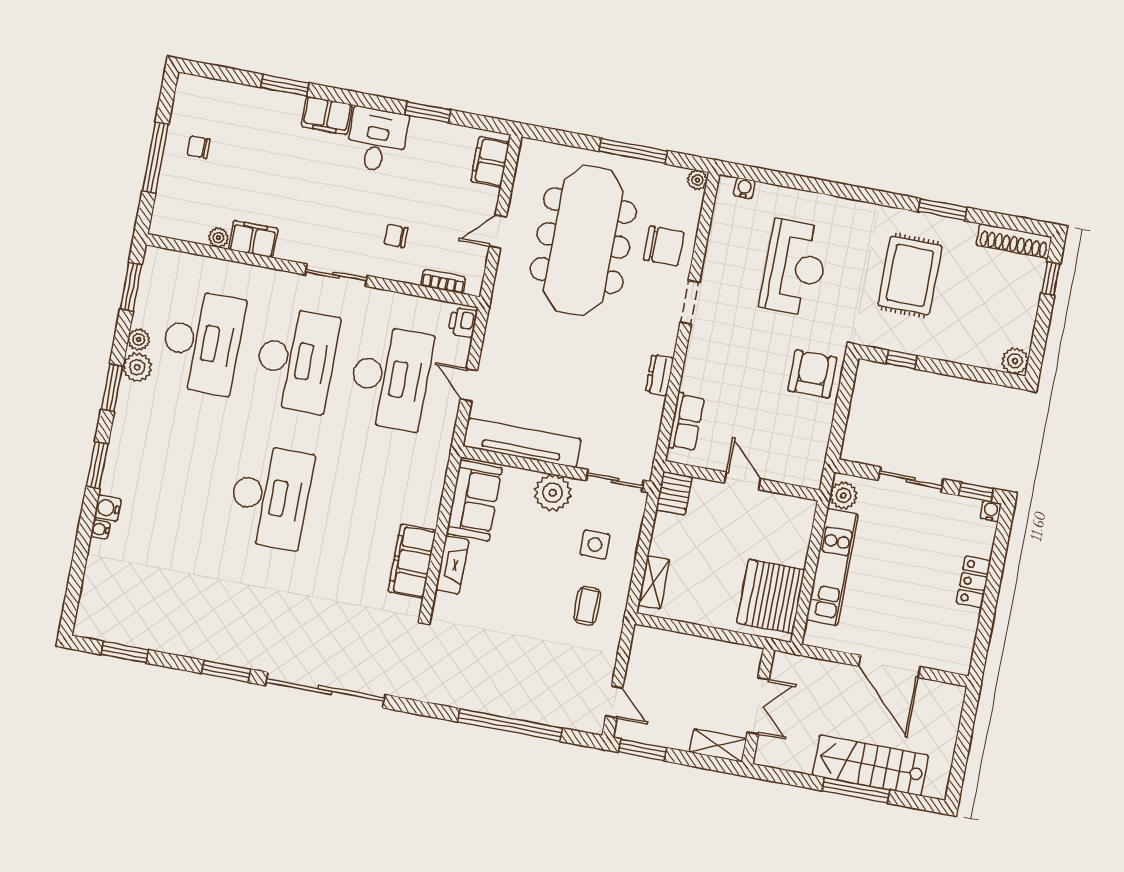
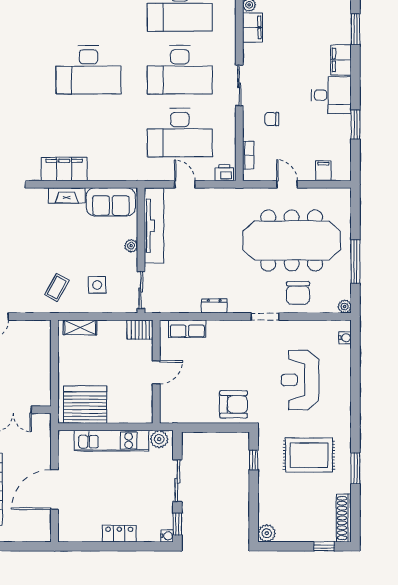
filing cabinet: (490, 162) -> (323, 171), width x0.50
chair: (396, 236) -> (272, 119), turned -90
reception desk: (795, 267) -> (300, 380), turned 90
door: (469, 385) -> (185, 184), hinge flipped
plant: (553, 493) -> (131, 246), width x0.53, depth x0.53
coffee table: (587, 606) -> (57, 288), turned -61

